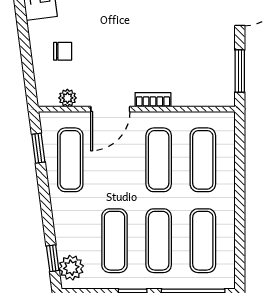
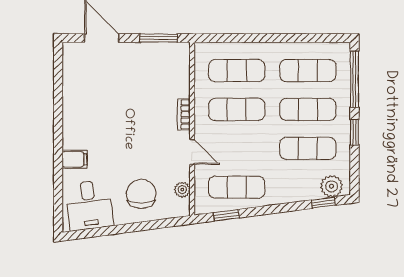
chair: (63, 51) -> (141, 194), width x1.87, depth x1.87
door: (110, 109) -> (192, 152), width x0.73

